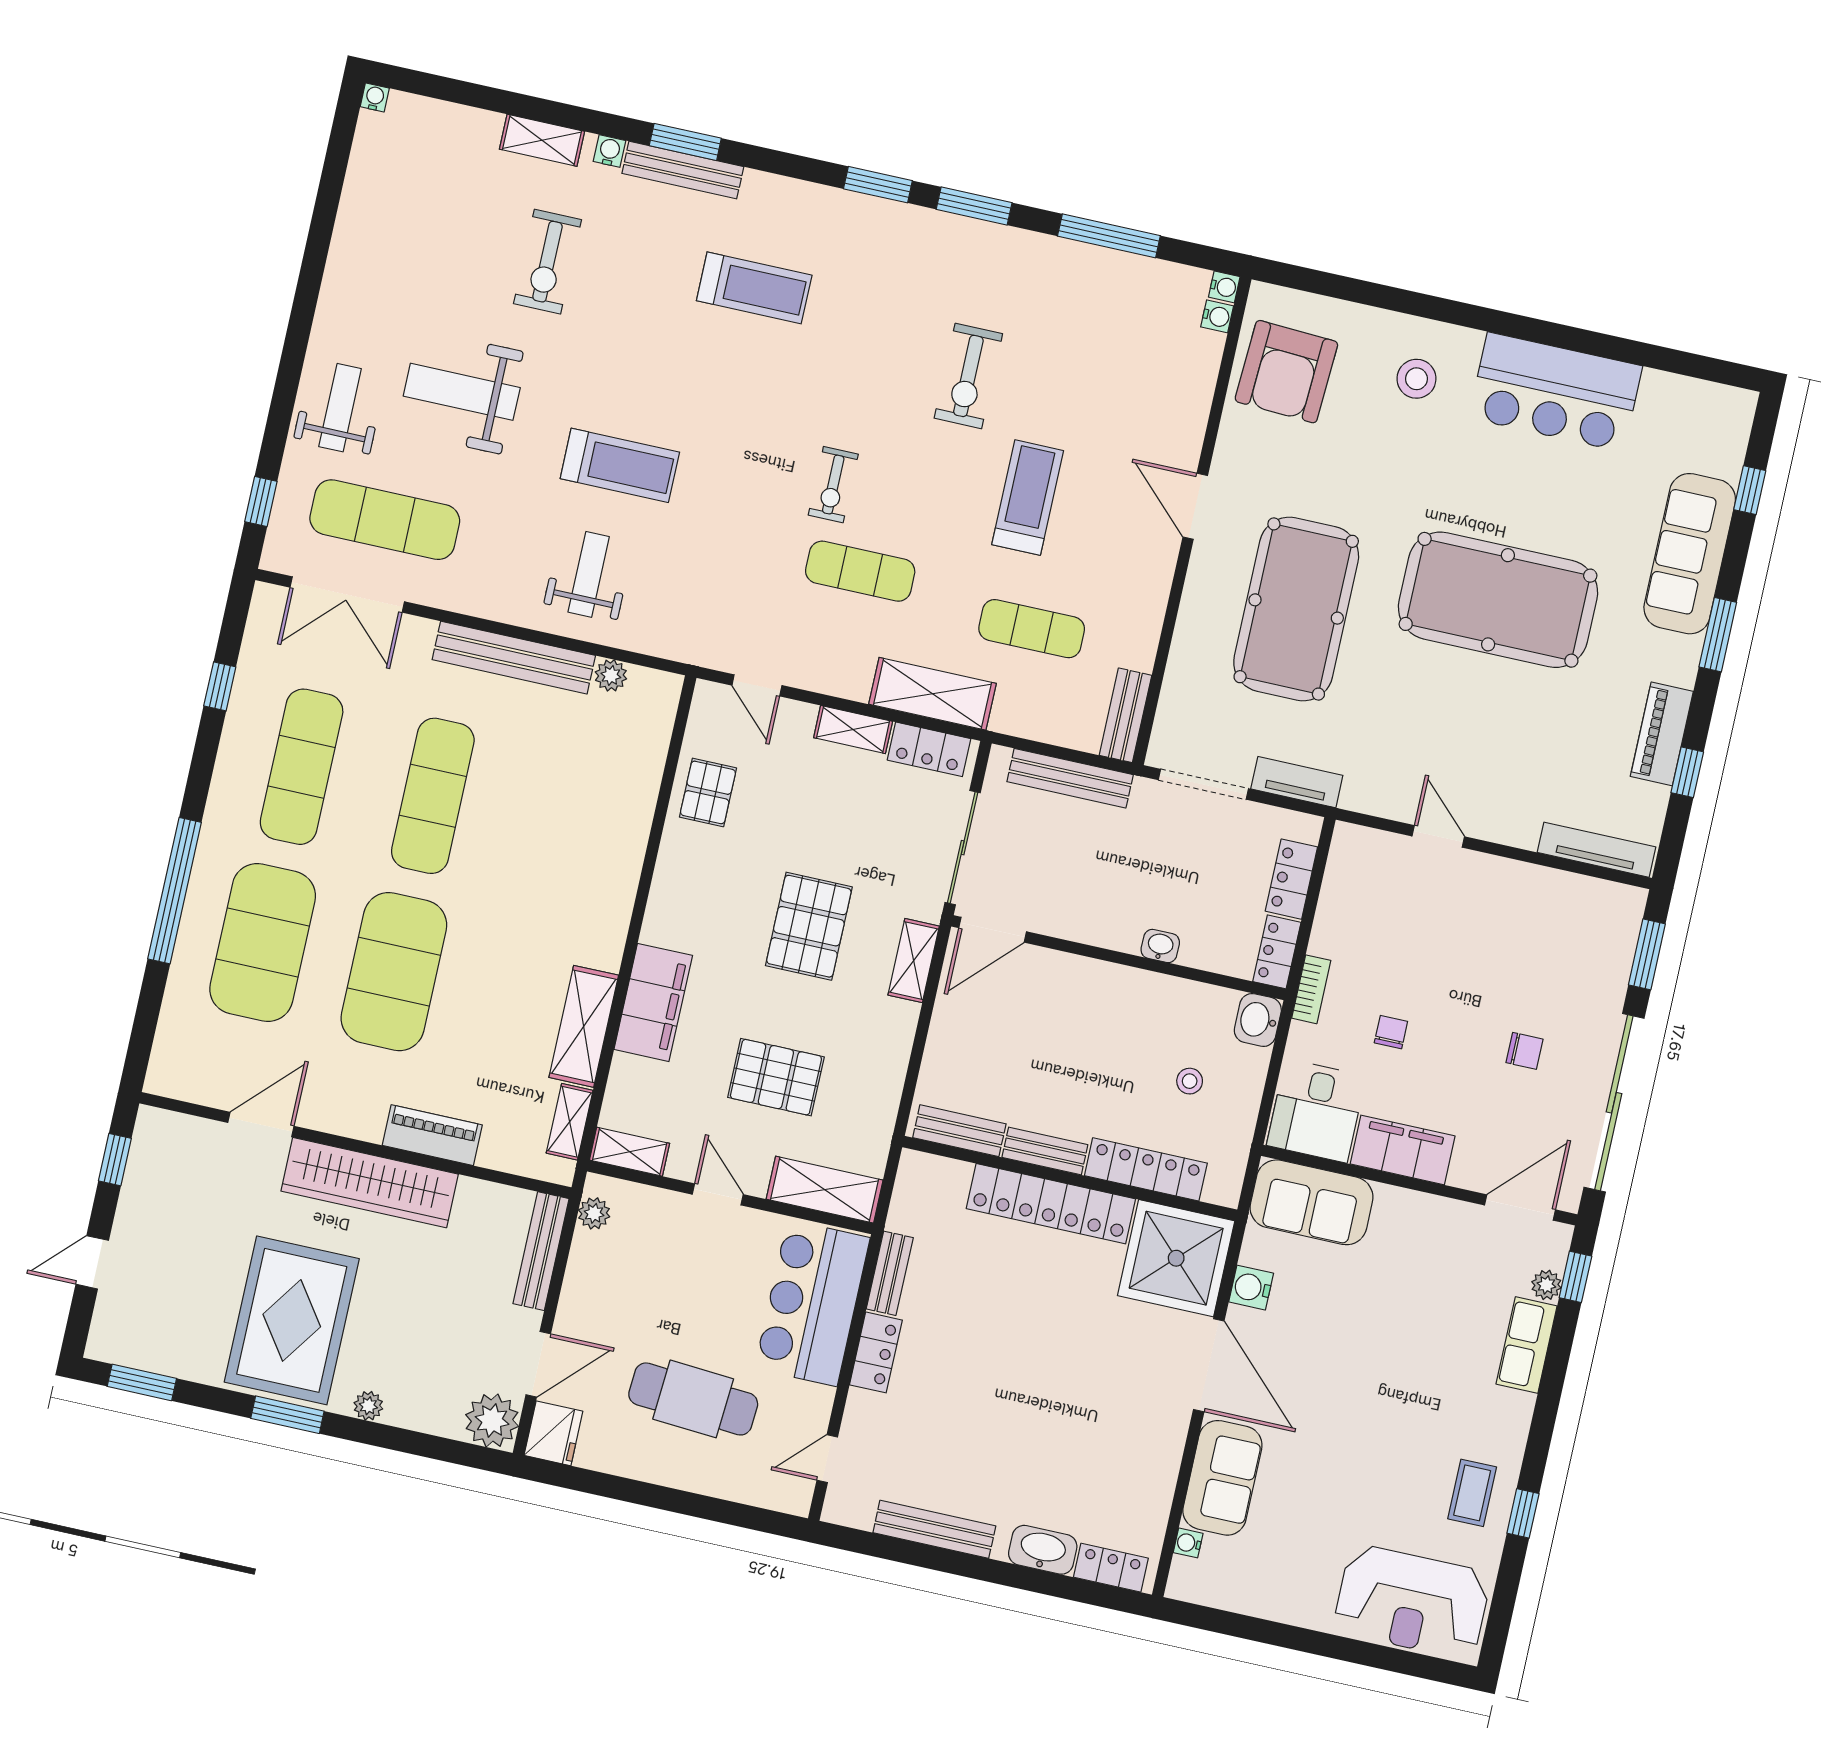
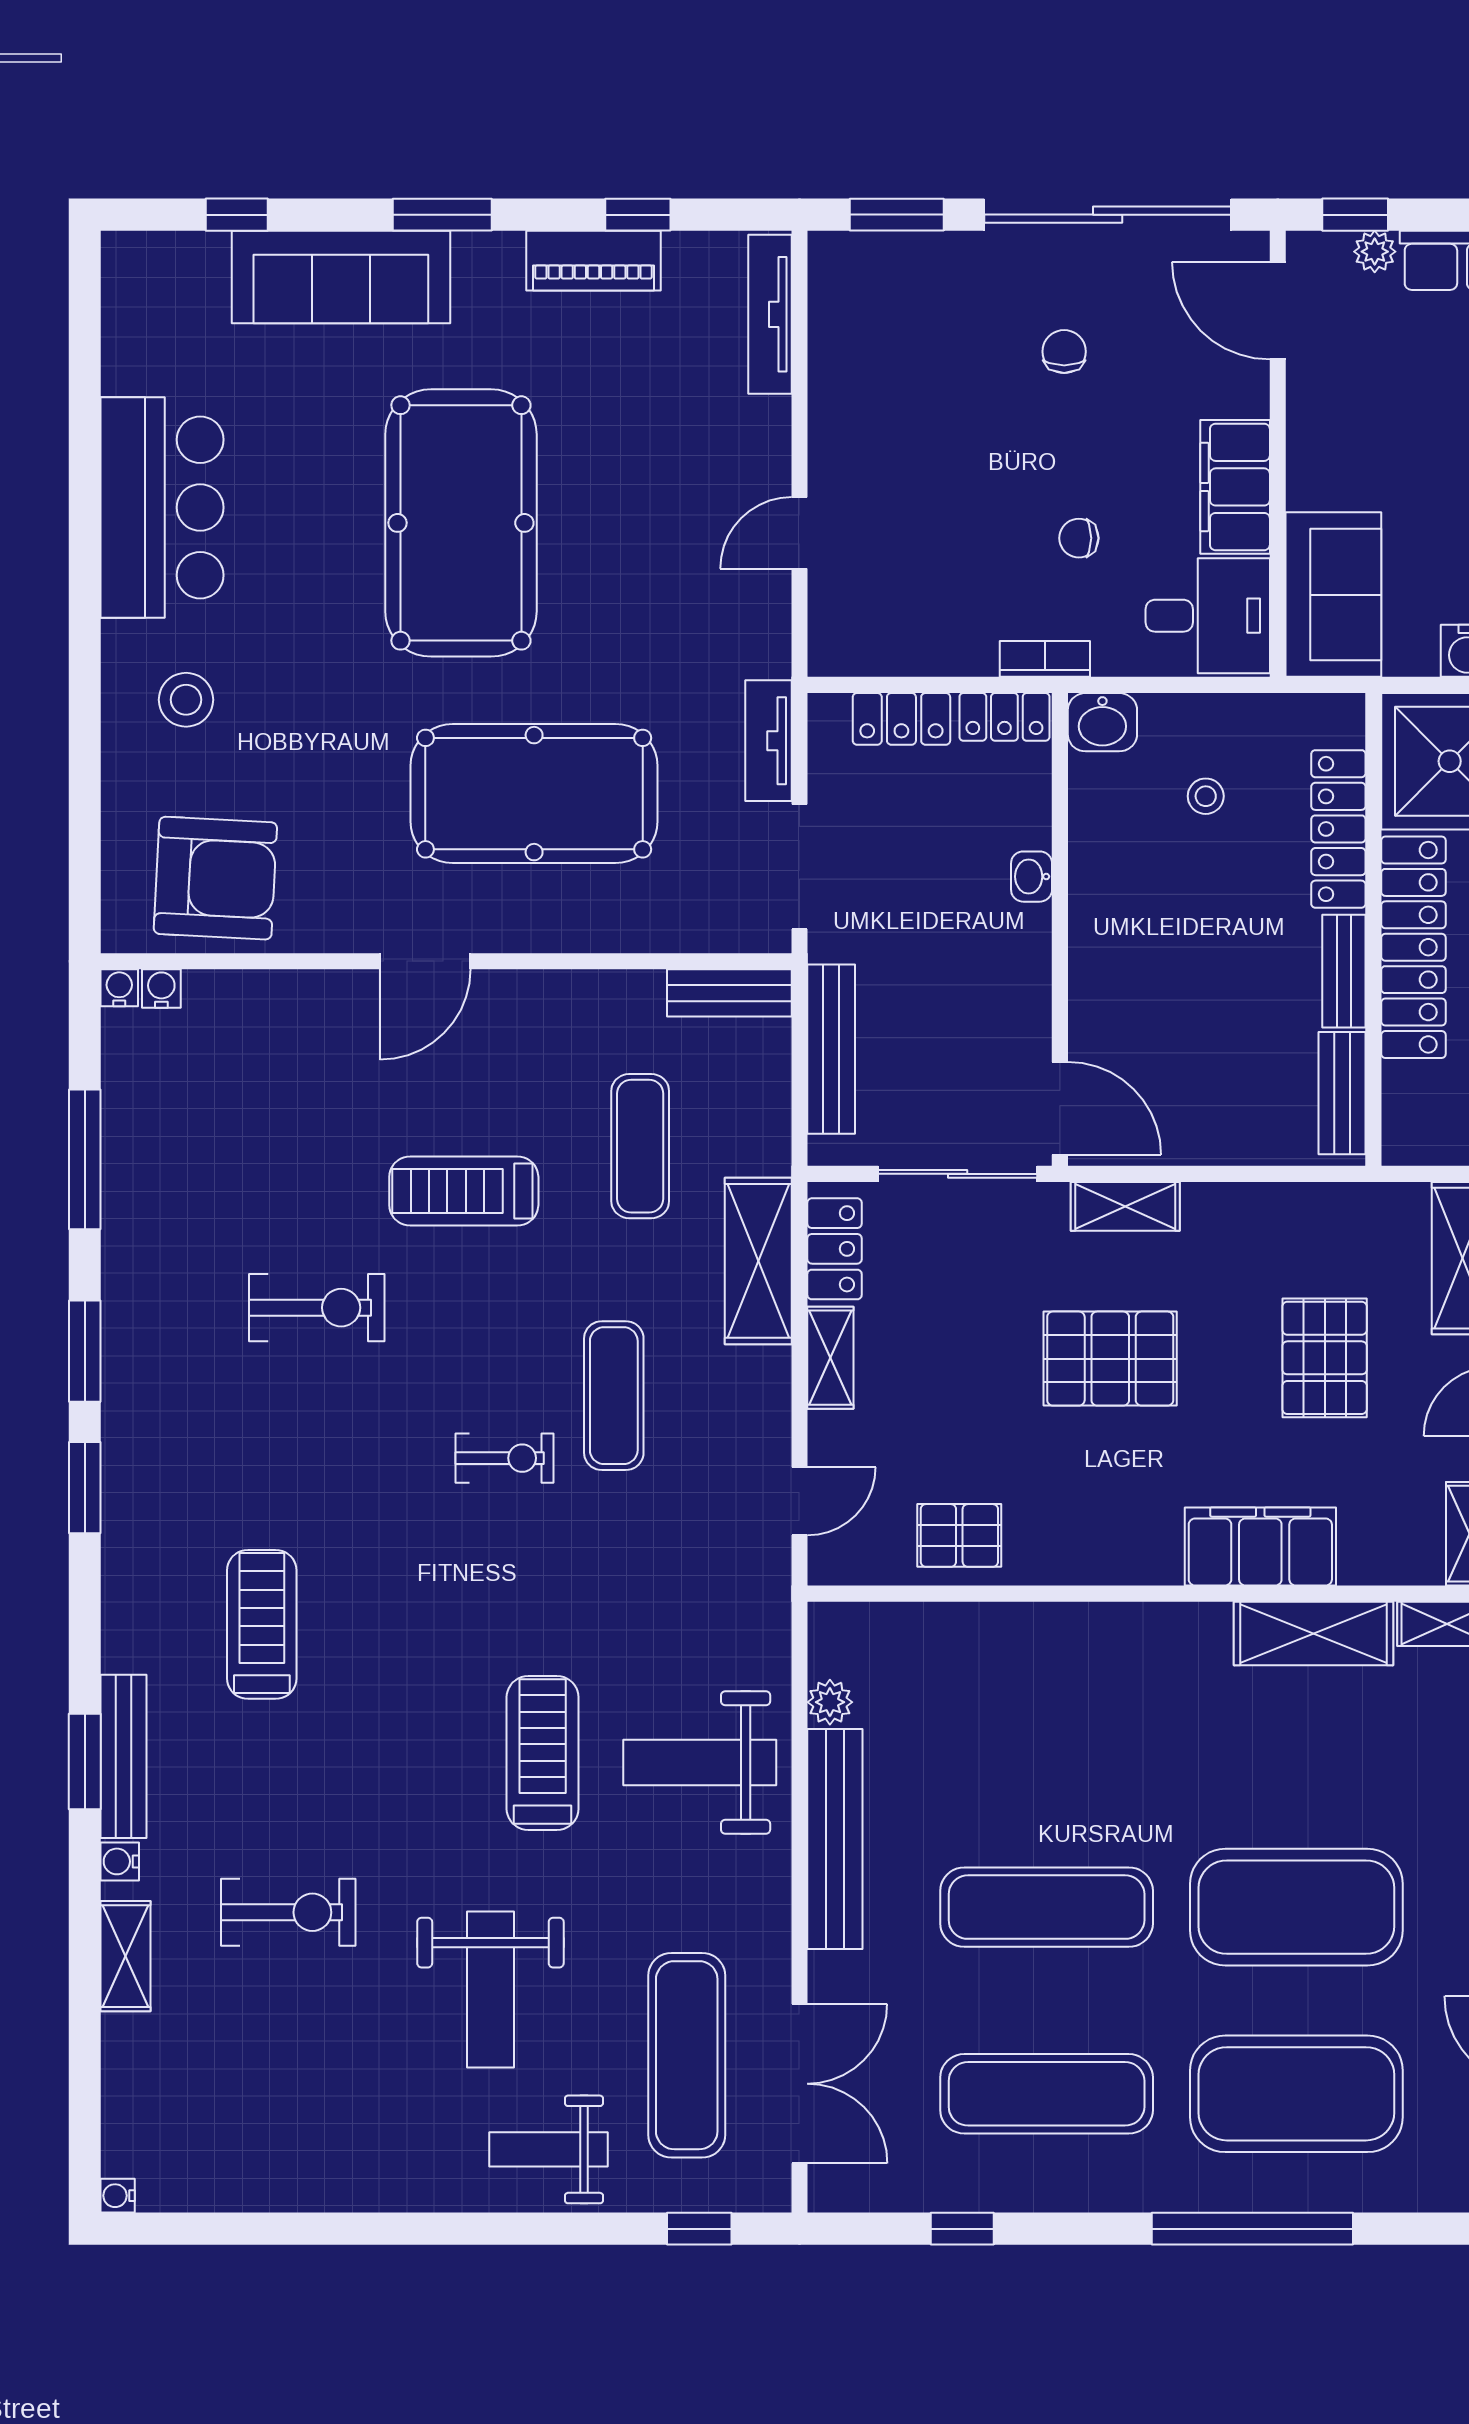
weight bench: (589, 574) -> (700, 1762), width x1.36, depth x1.33

